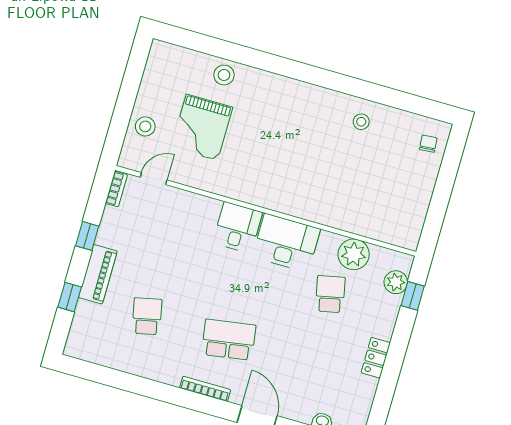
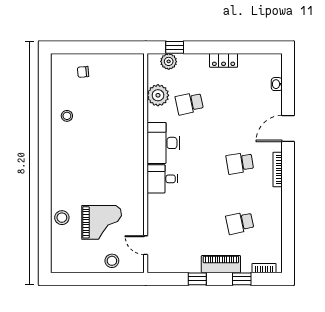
chair: (428, 144) -> (83, 72), moved
bookcase: (116, 189) -> (264, 268), moved
school desk: (229, 340) -> (240, 163), width x0.54

